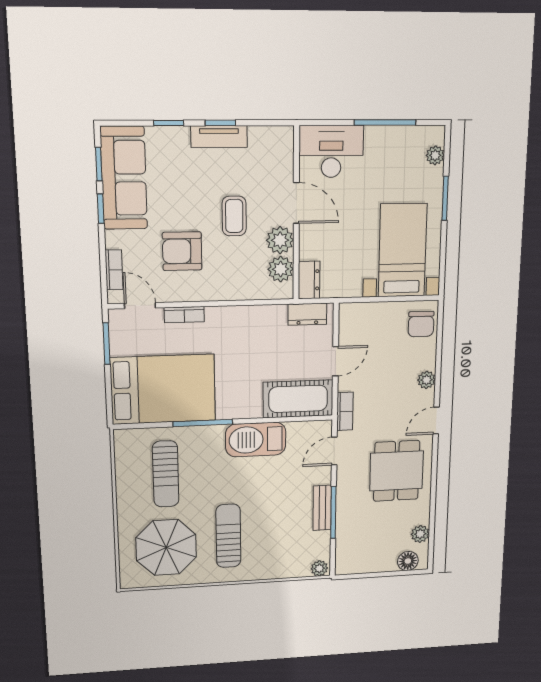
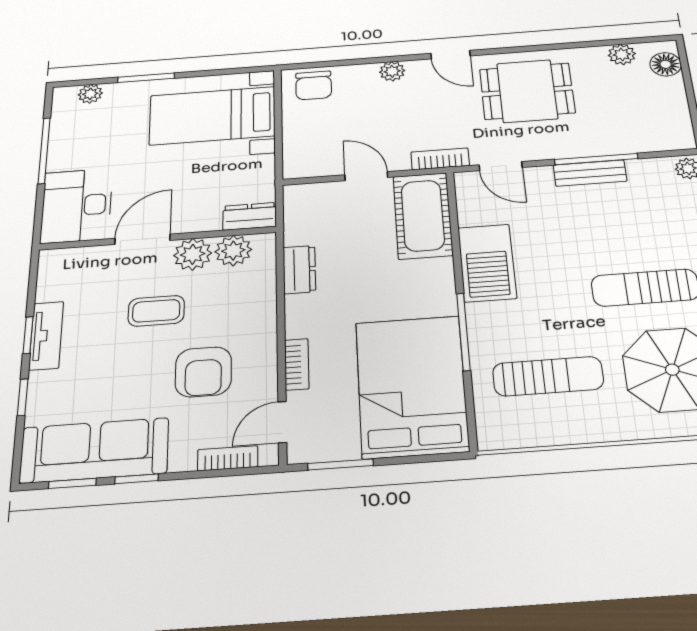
dresser: (307, 314) -> (299, 270), moved
chair: (421, 324) -> (314, 85), turned 90

